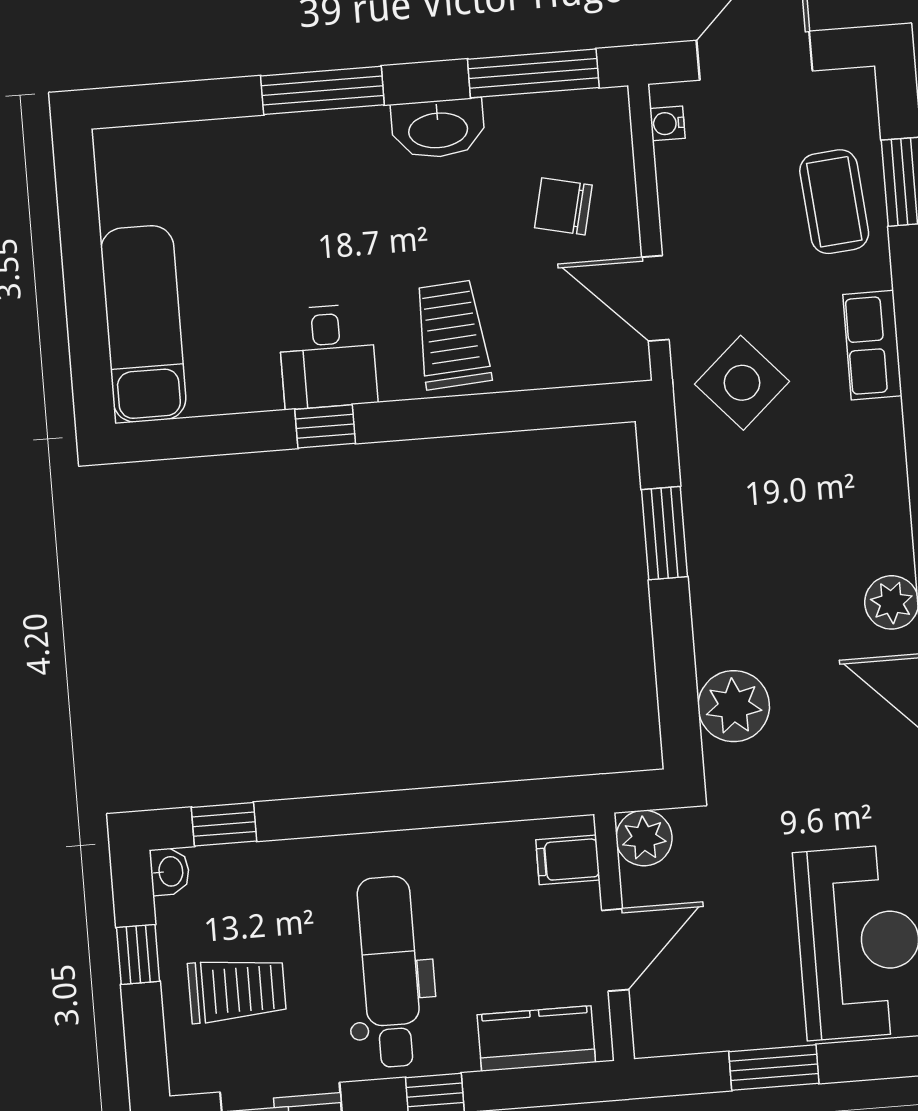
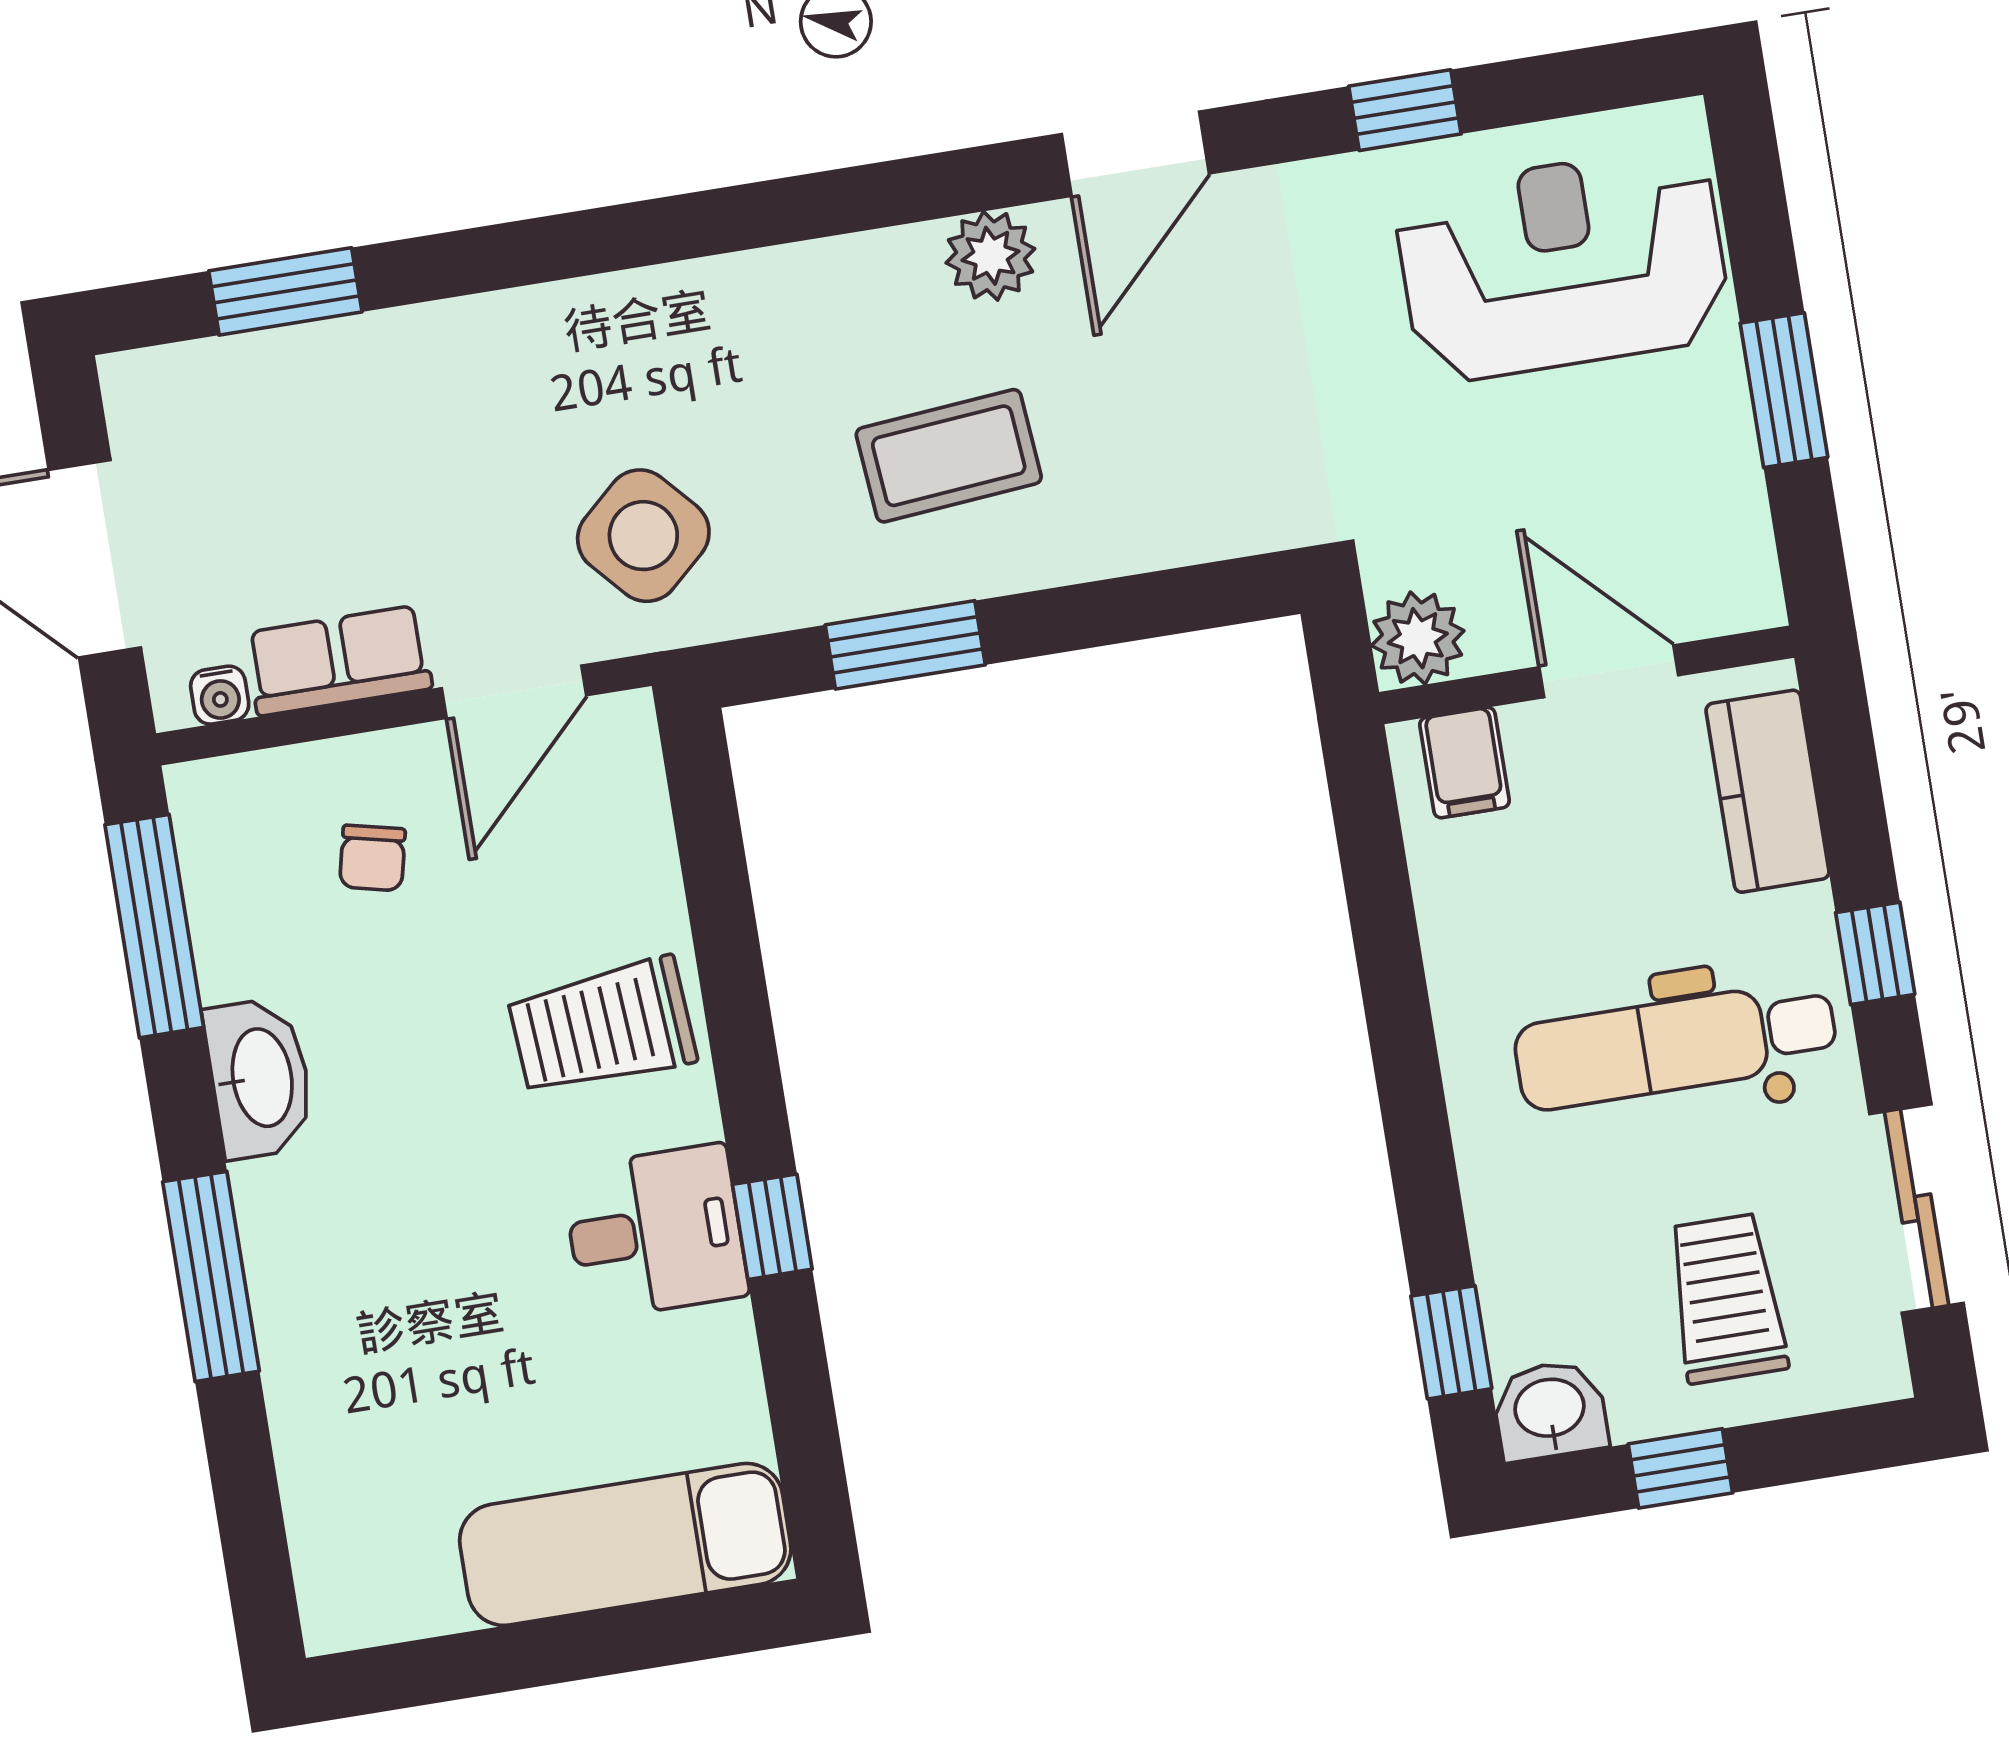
coffee table: (834, 202) -> (949, 456), moved
chair: (563, 206) -> (372, 858), width x0.73, depth x0.73
row of seats: (872, 345) -> (339, 661), moved, turned 180
plant: (734, 706) -> (1185, 506), removed
washbasin: (170, 871) -> (1550, 1410), width x1.38, depth x1.45

